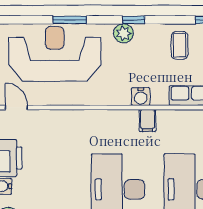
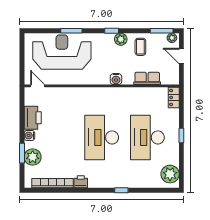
plant: (124, 33) -> (121, 39), moved
filing cabinet: (147, 120) -> (120, 94), removed

